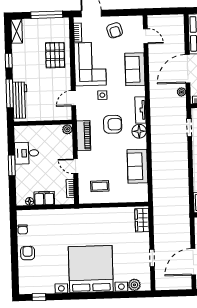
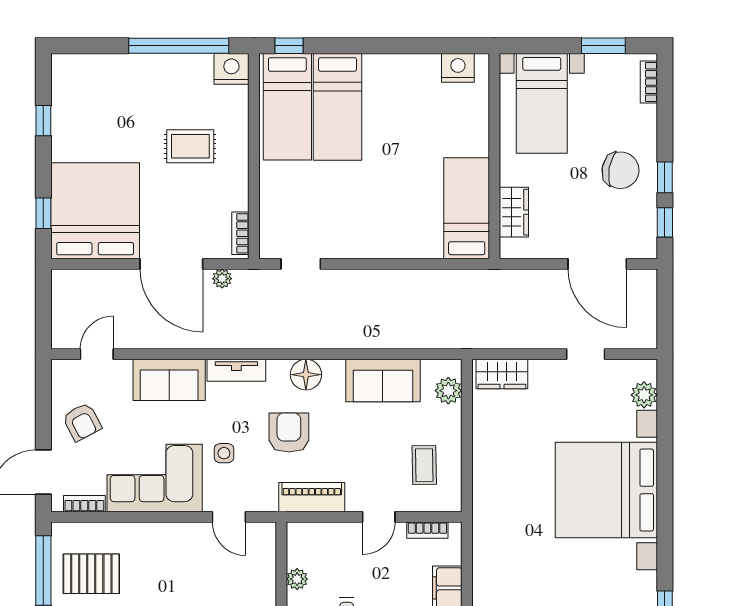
armchair: (115, 30) -> (82, 422), turned 78
pallet: (55, 55) -> (91, 574), moved
tv unit: (140, 110) -> (236, 370), moved
plant: (67, 129) -> (297, 579), moved
plant: (134, 196) -> (448, 391), added

